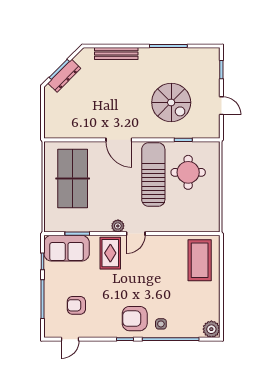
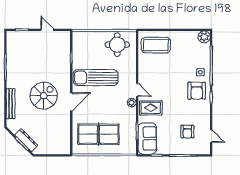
spiral stairs: (171, 102) -> (44, 96), moved
door: (221, 106) -> (47, 30), hinge flipped
round table: (188, 172) -> (117, 45), moved

